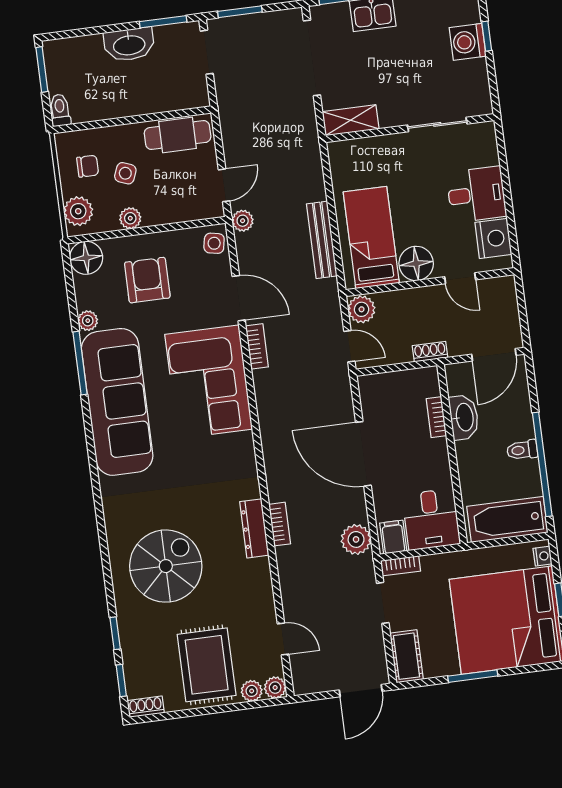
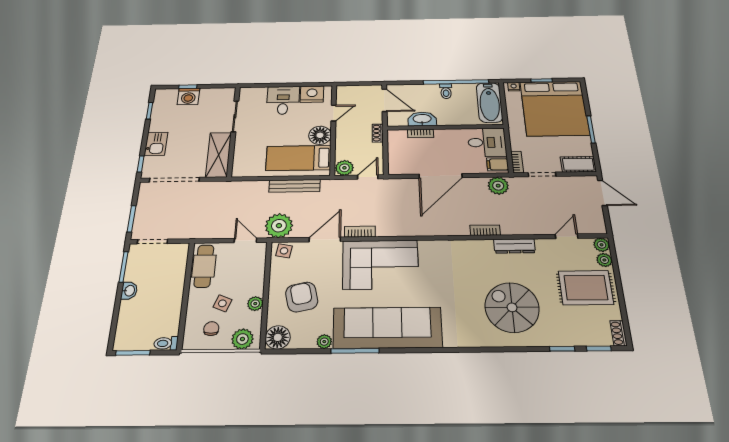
washbasin: (129, 44) -> (129, 291), width x0.52, depth x0.69
shelving: (351, 120) -> (219, 155), width x1.50, depth x1.33
plant: (243, 221) -> (279, 226), width x1.87, depth x1.87
armchair: (147, 280) -> (302, 297), turned 78
dresser: (254, 528) -> (514, 246), moved

